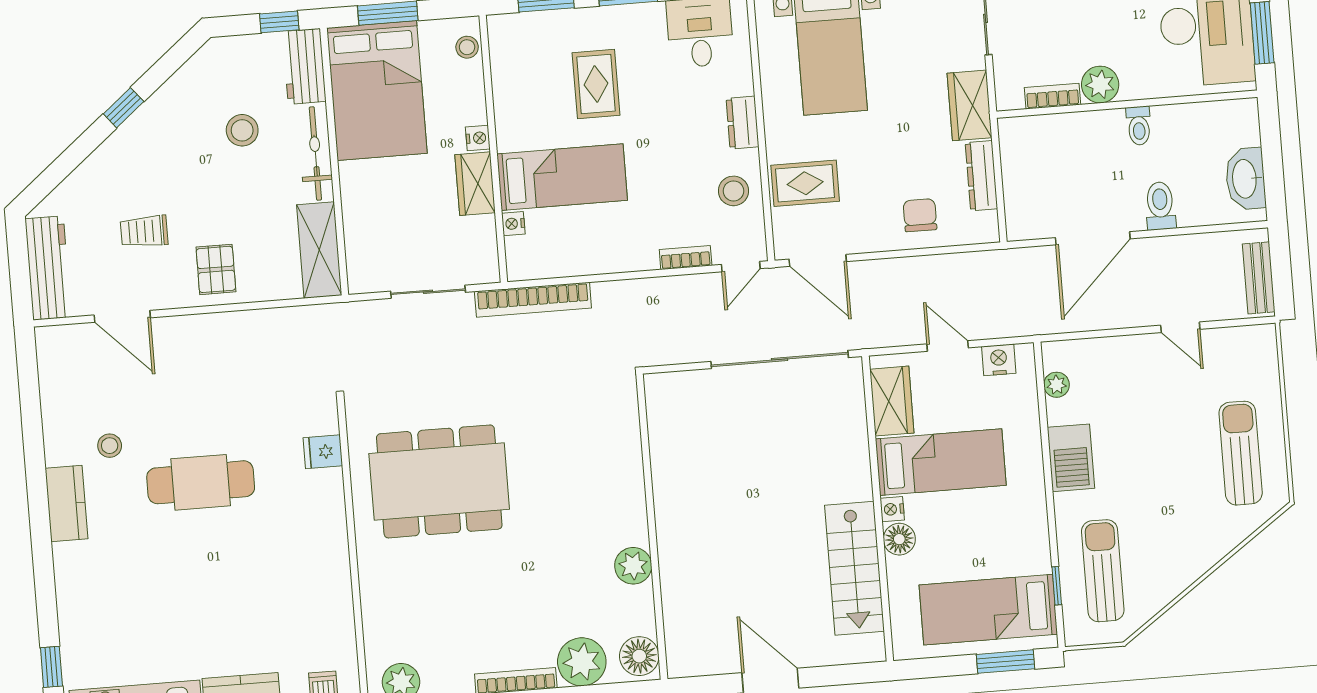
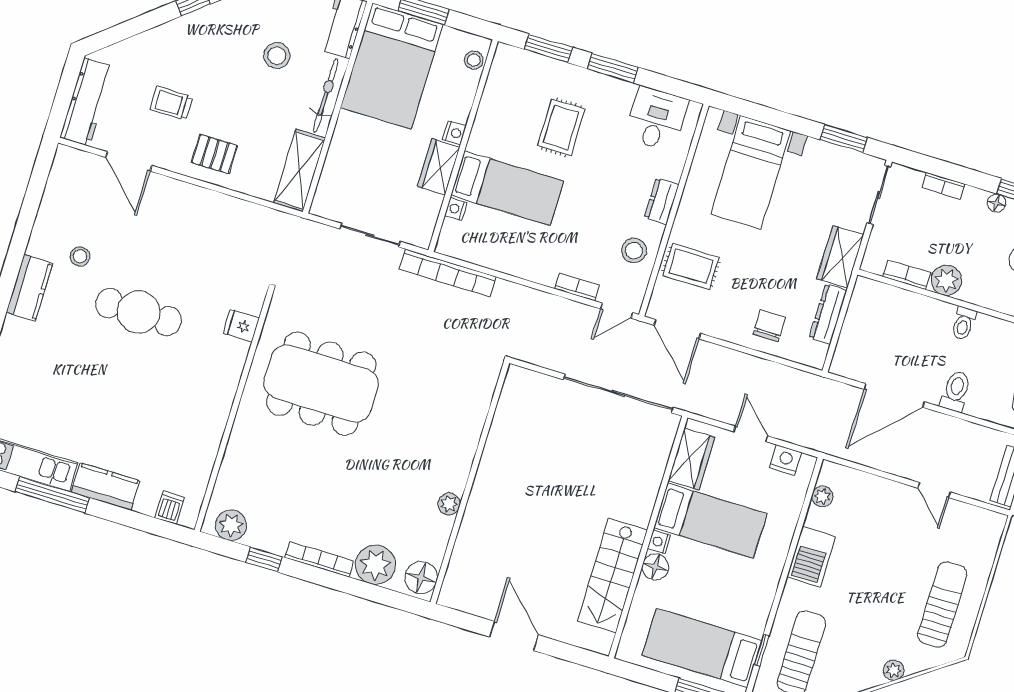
pallet: (216, 269) -> (215, 154), turned 90
plant: (1215, 549) -> (894, 670), added
plant: (633, 566) -> (449, 504), width x0.73, depth x0.73

